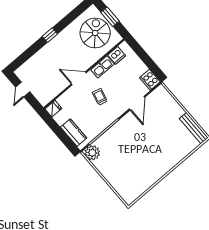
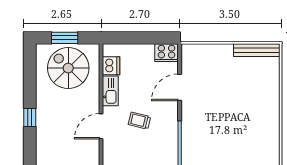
door: (137, 103) -> (180, 87), swing flipped

